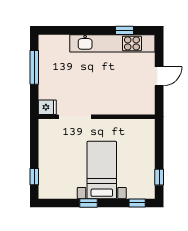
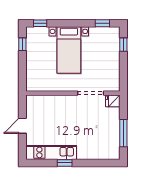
window: (124, 30) -> (65, 163), moved
kitchen unit: (112, 43) -> (51, 152), width x0.73
window: (89, 203) -> (102, 23), moved

